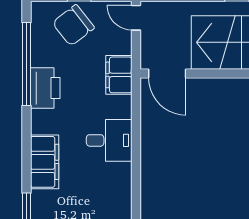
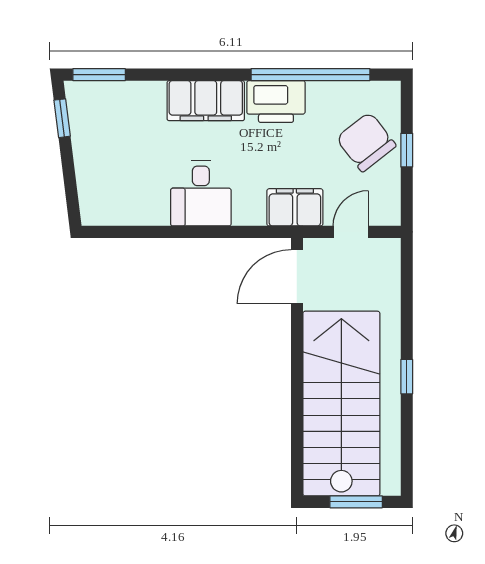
door: (136, 18) -> (351, 232), moved
filing cabinet: (45, 162) -> (206, 101), moved

